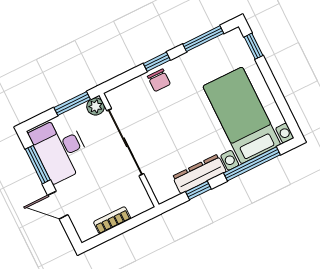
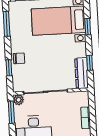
window: (157, 62) -> (9, 68), moved
window: (252, 164) -> (88, 27), width x0.46
dresser: (199, 174) -> (82, 73), moved

